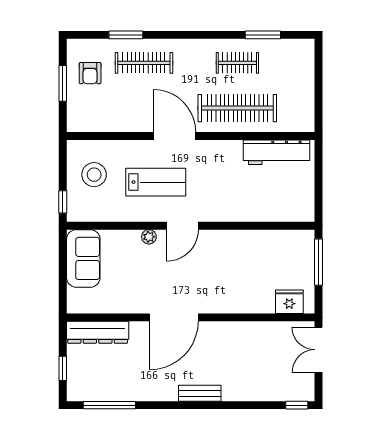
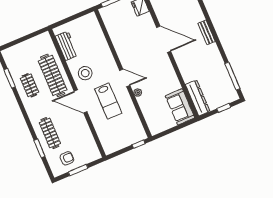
door: (175, 136) -> (81, 101), hinge flipped
workbench: (277, 152) -> (67, 46), width x0.73
stool: (94, 175) -> (85, 73), moved
lab bench: (156, 182) -> (108, 101), turned 180
sofa: (83, 258) -> (180, 107), moved, turned -90
door: (174, 317) -> (164, 39), moved

